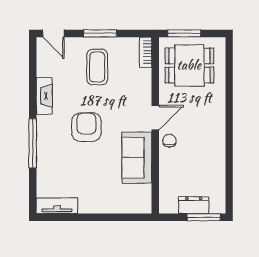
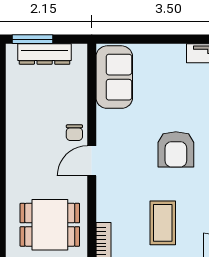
sofa: (137, 158) -> (114, 77), moved
dresser: (194, 205) -> (45, 54), width x1.44

